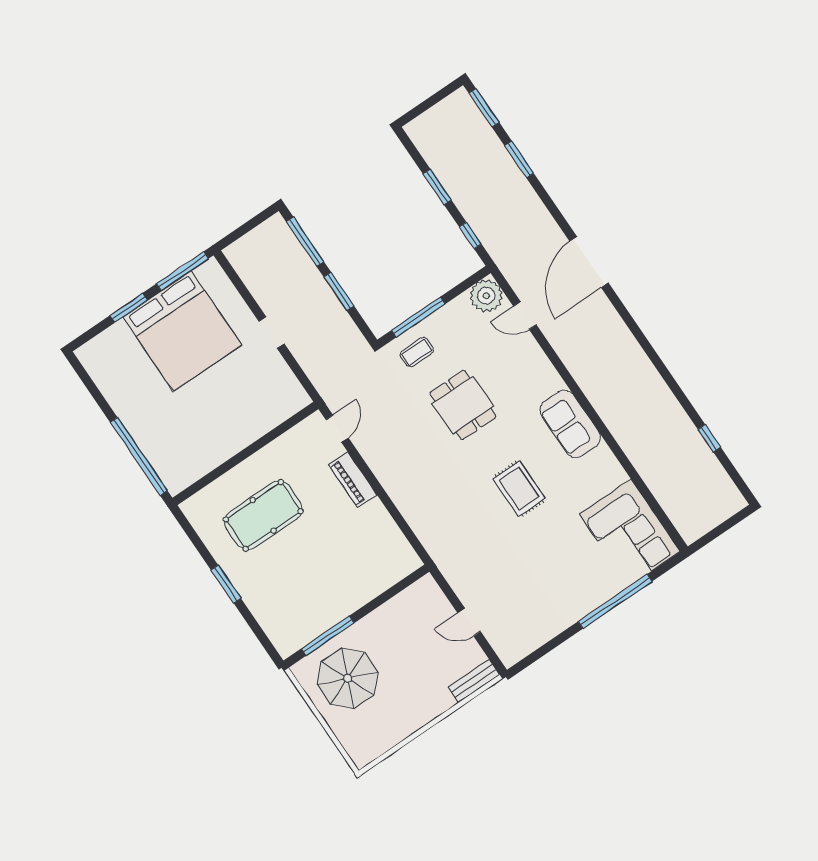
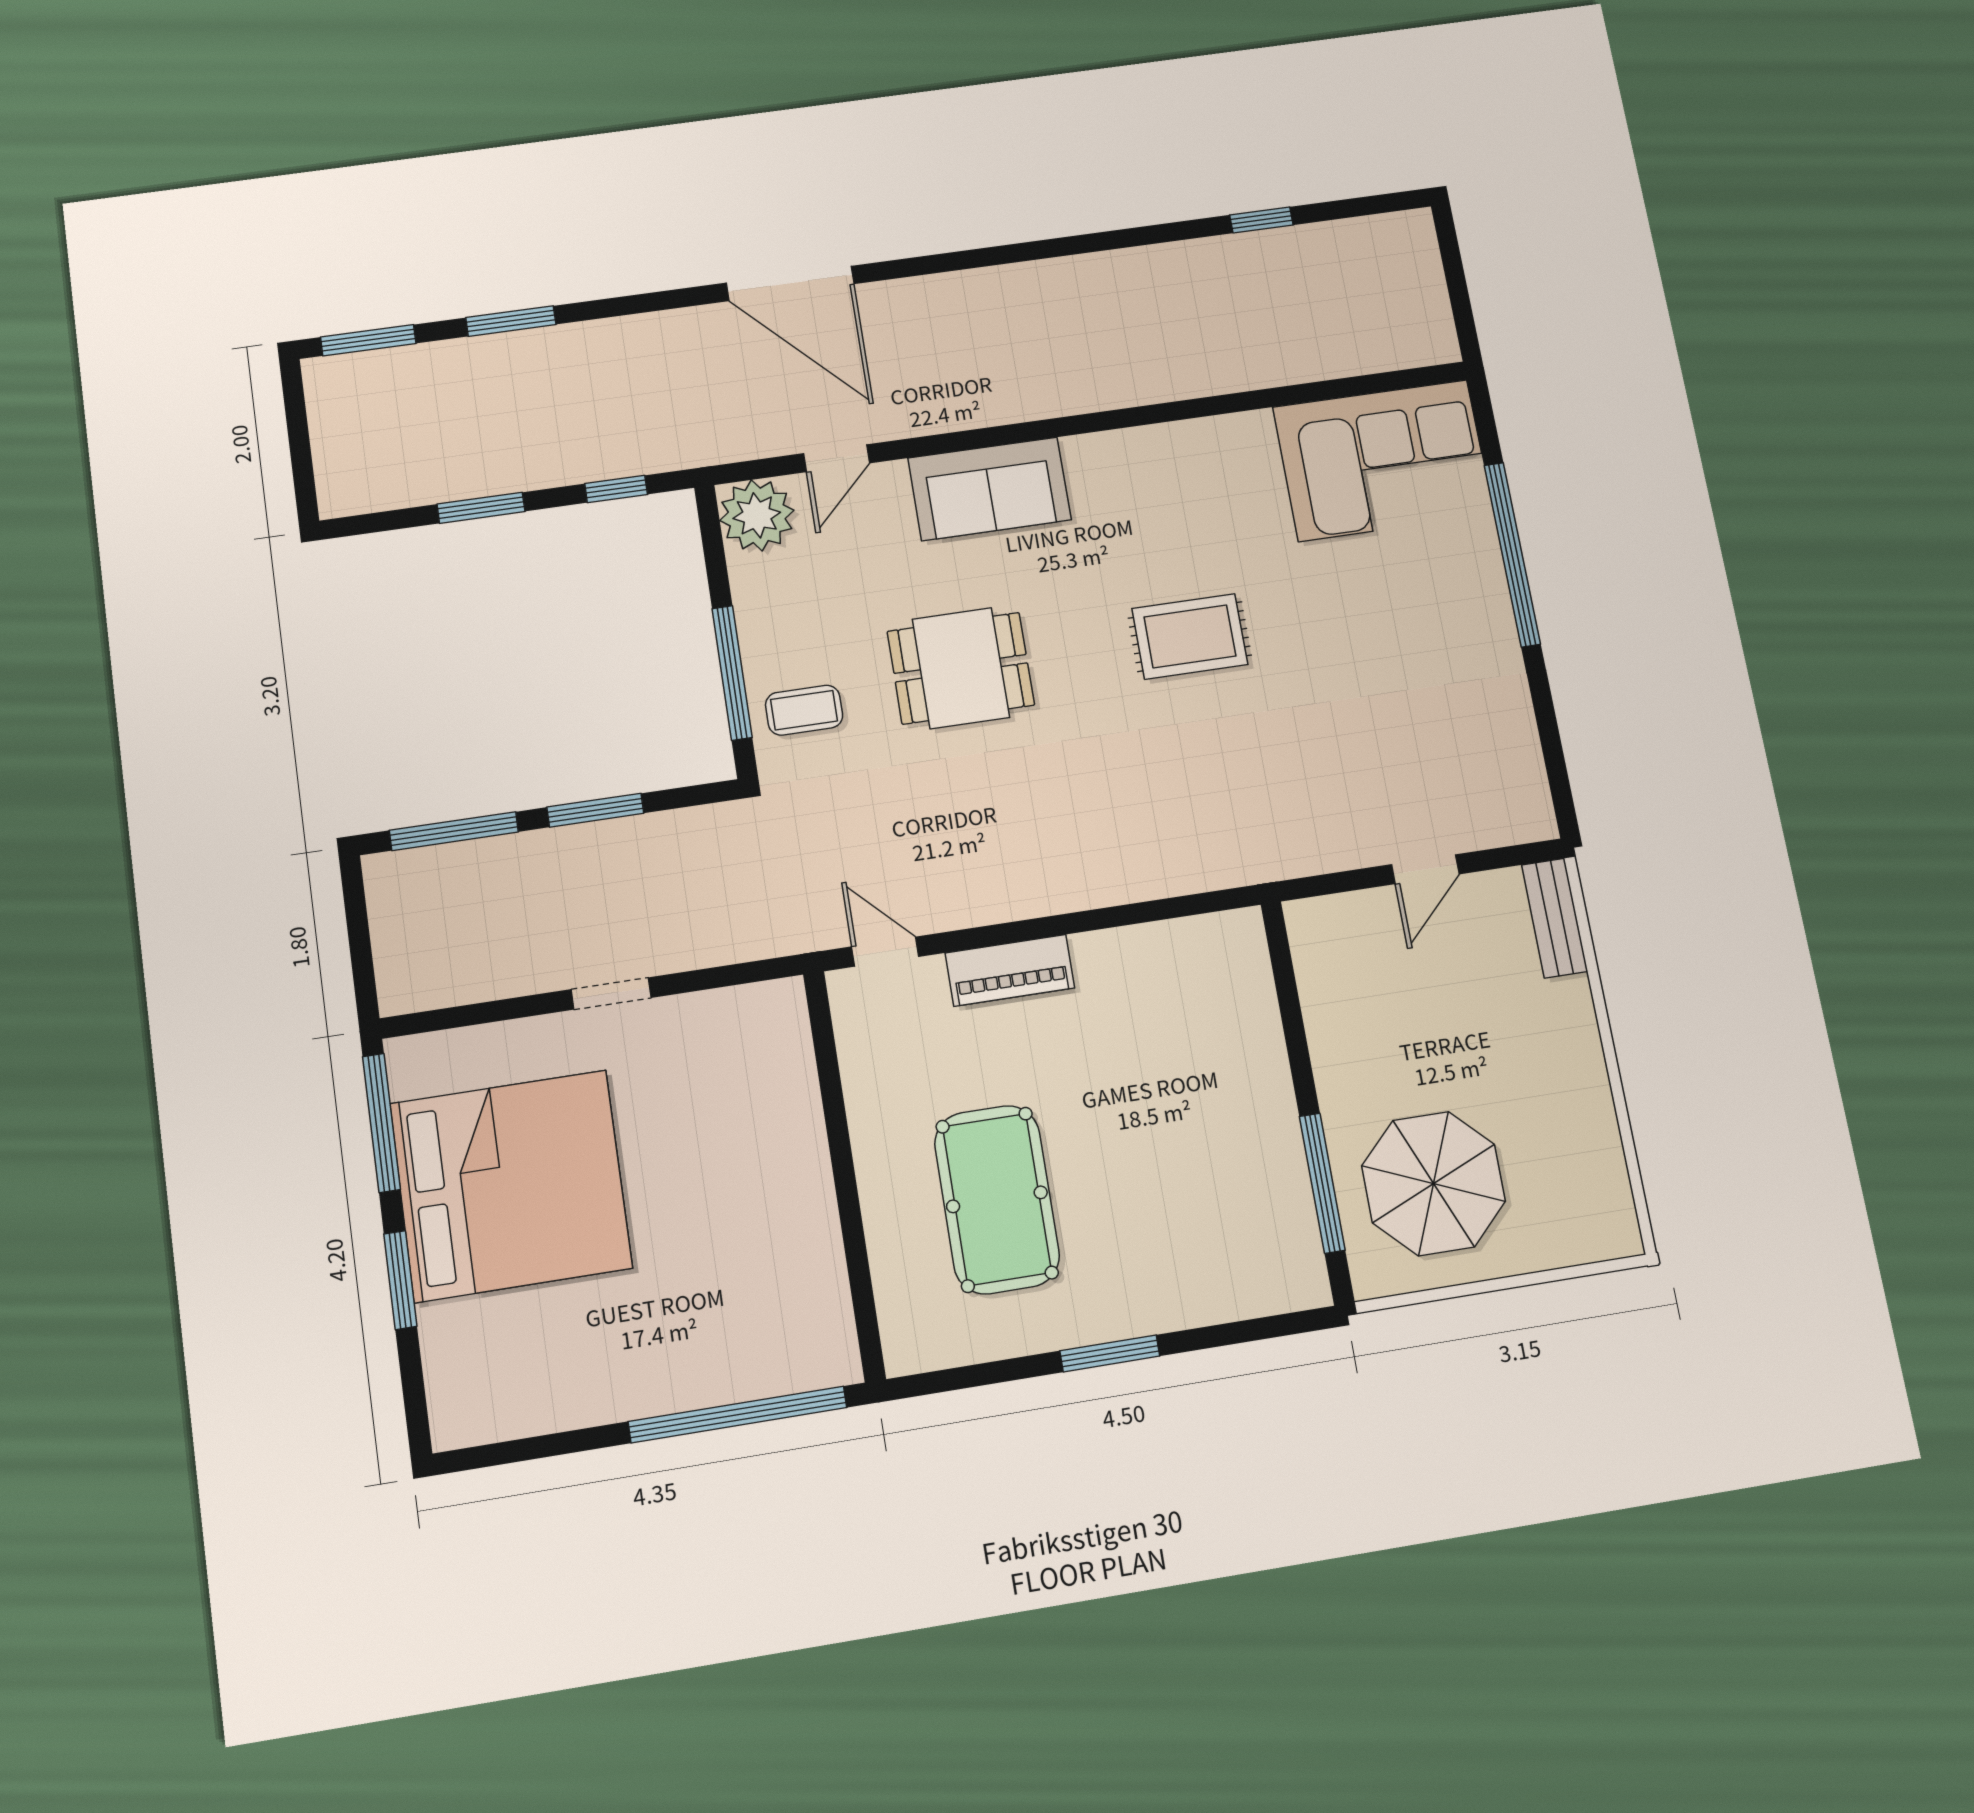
coffee table: (417, 352) -> (804, 710), turned 90
sofa: (570, 424) -> (990, 489), moved

